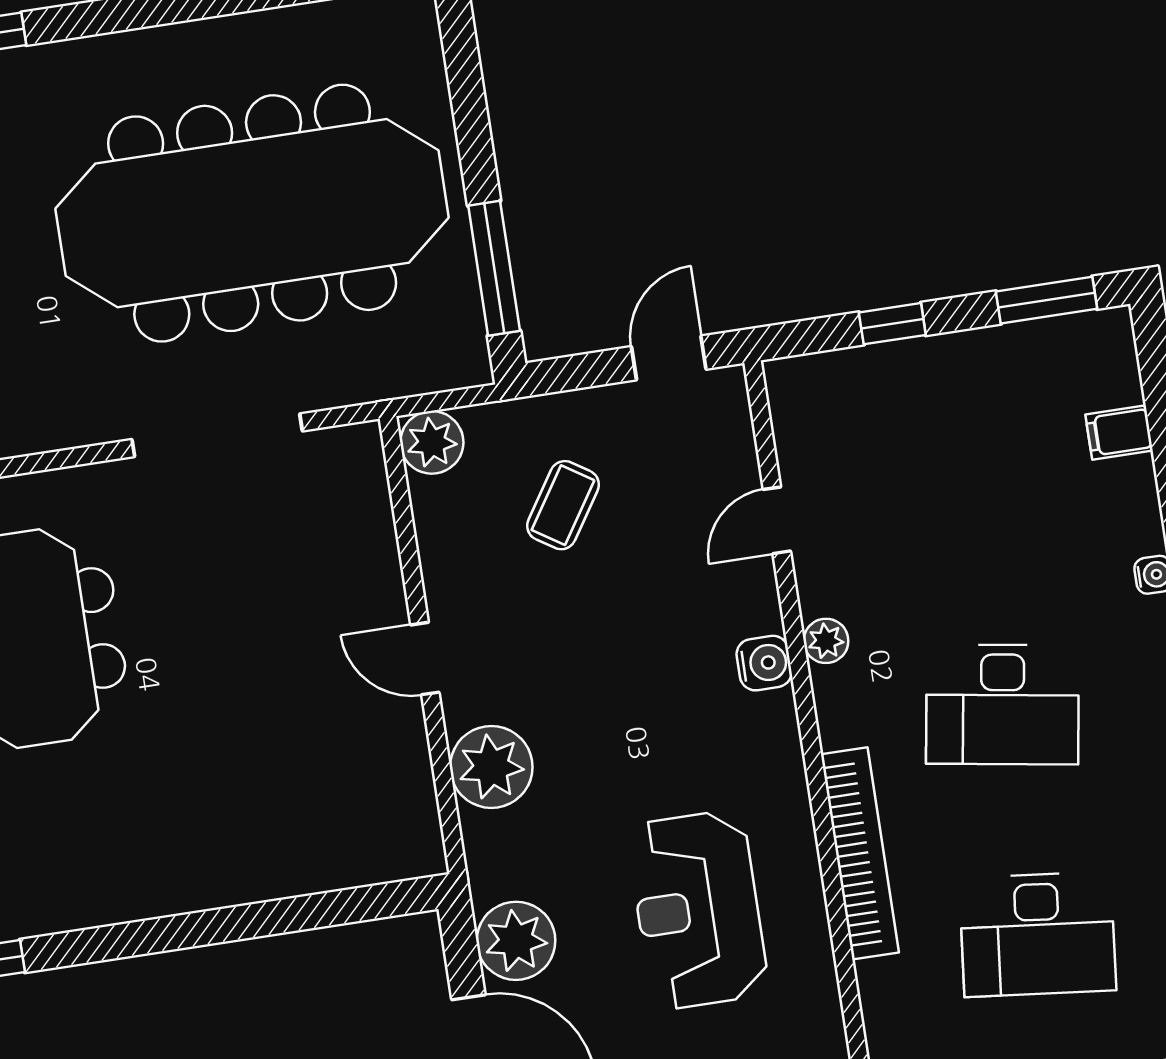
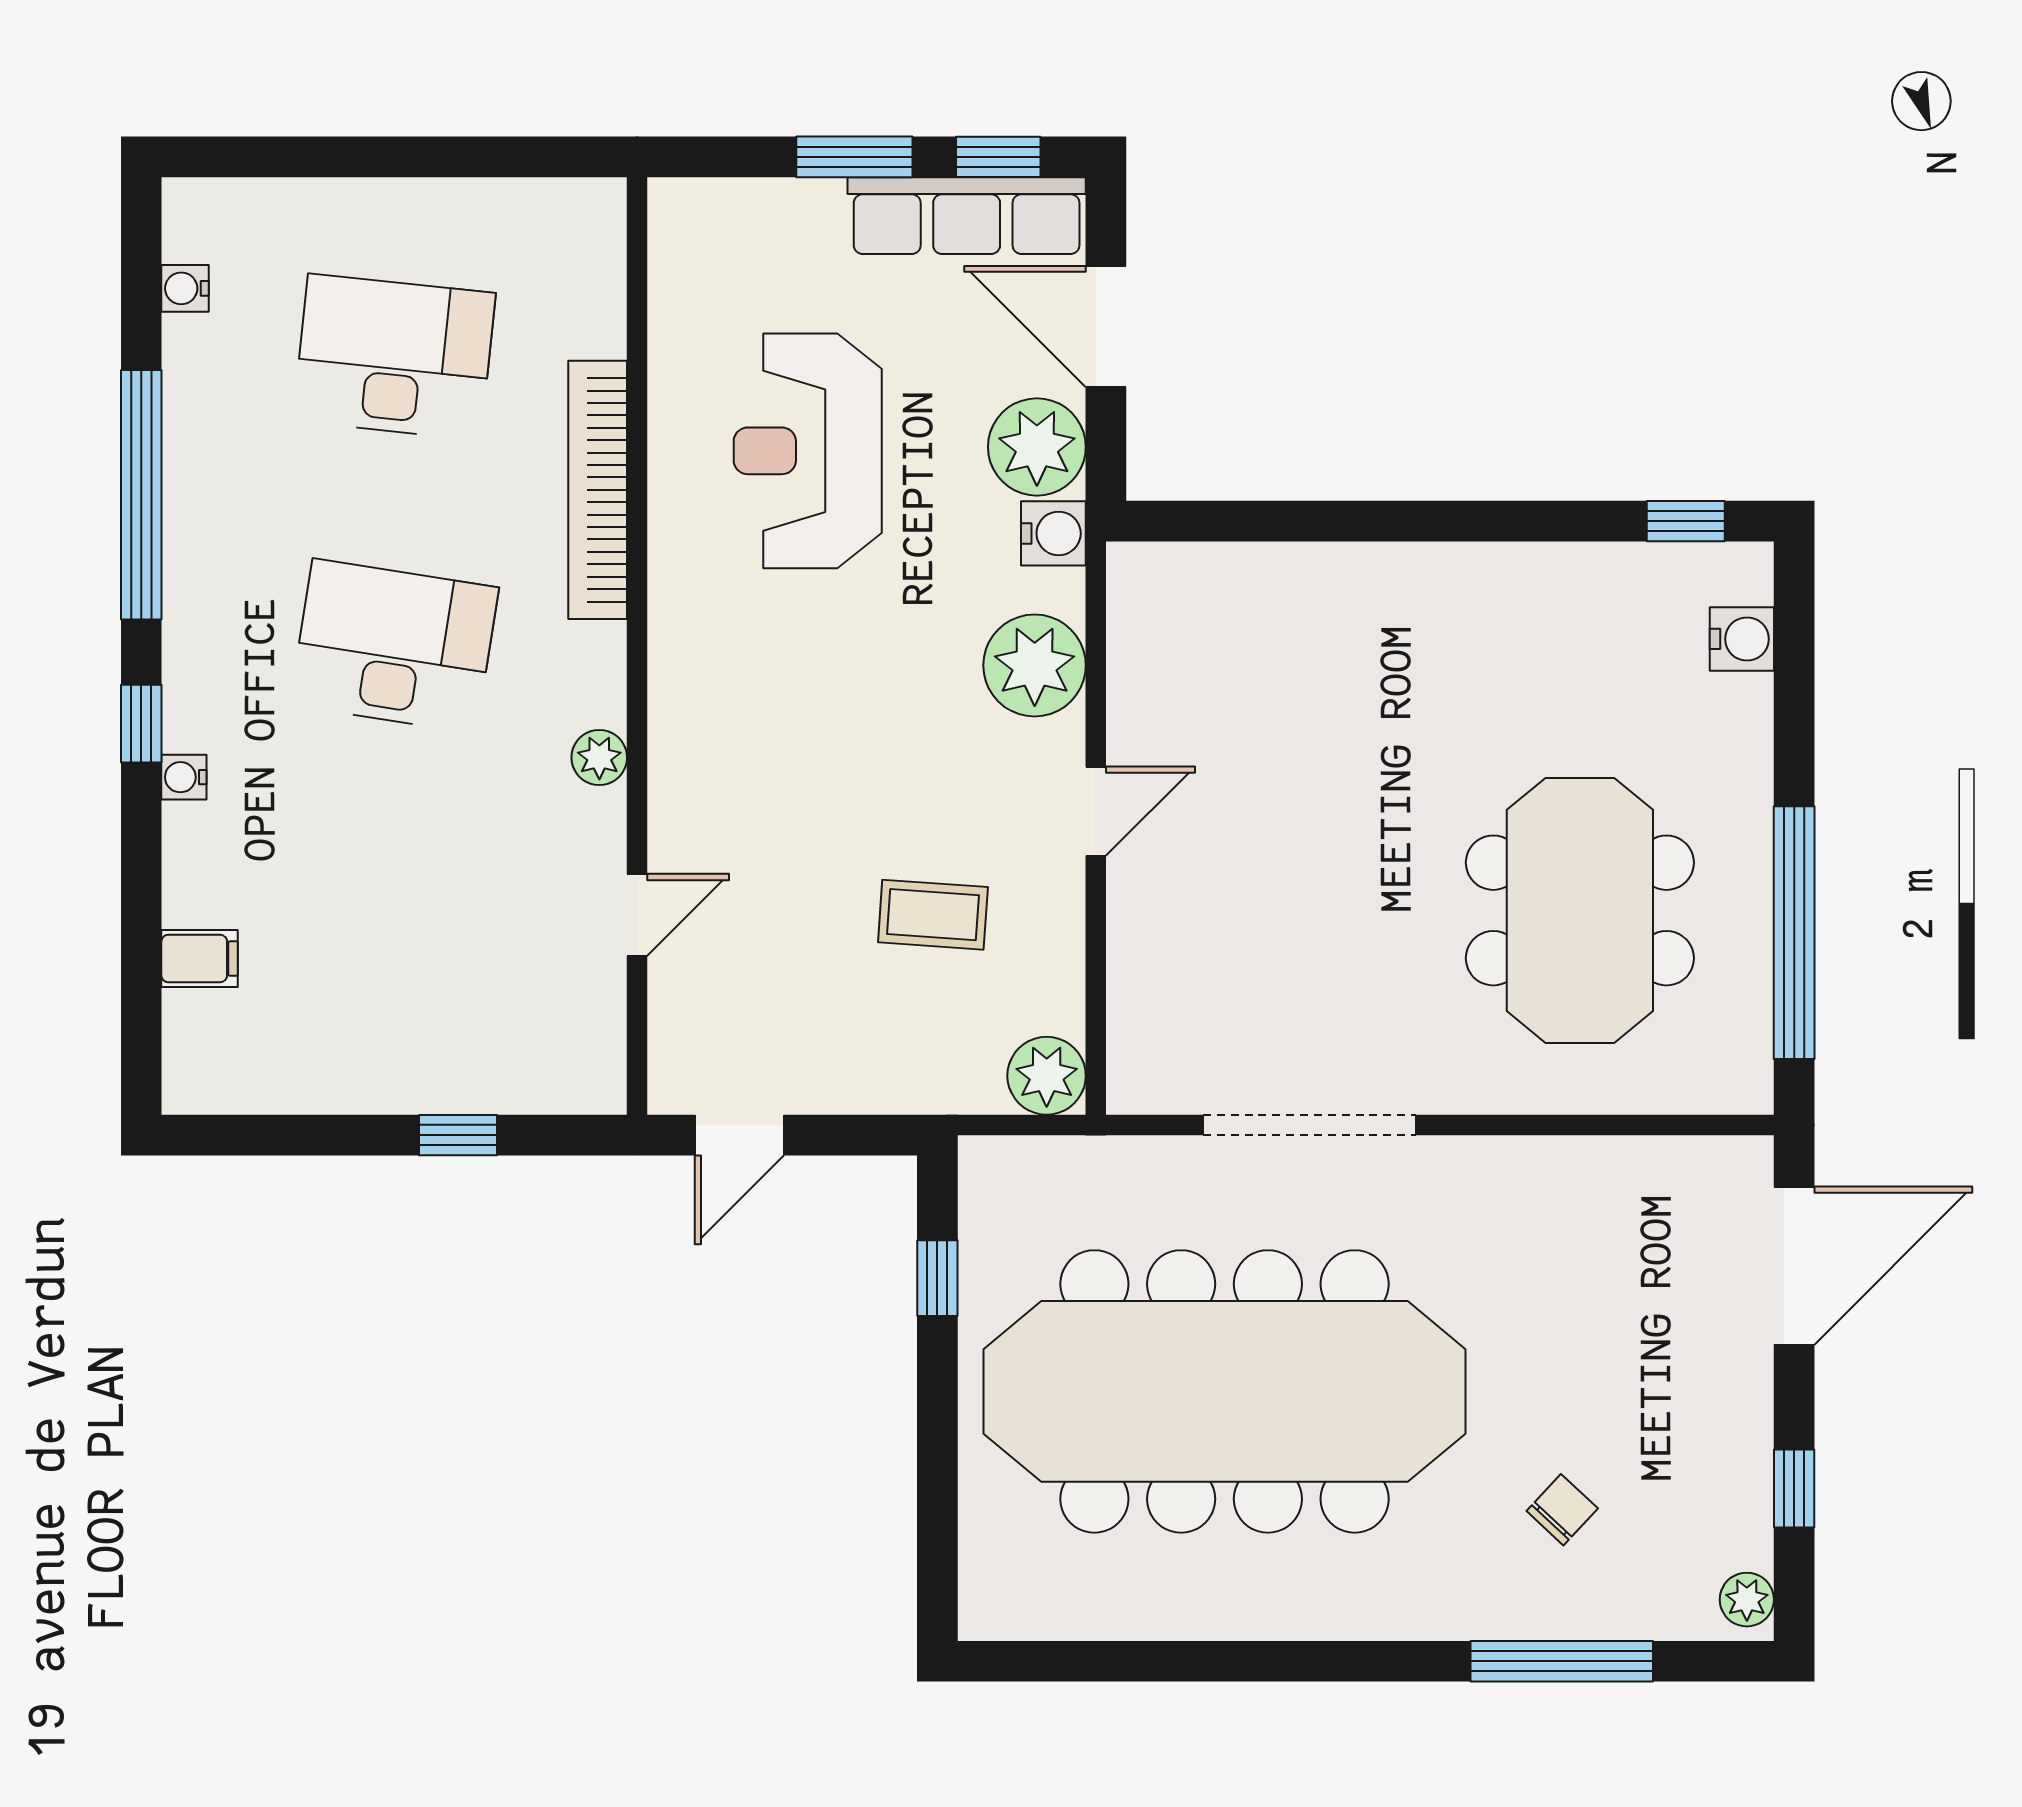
window: (494, 268) -> (937, 1278), width x0.46
window: (1047, 300) -> (264, 1135), removed
coffee table: (563, 505) -> (933, 915), moved, turned 61
door: (425, 659) -> (1096, 811), hinge flipped
water cooler: (764, 663) -> (1053, 533), moved, turned 180
reception desk: (698, 910) -> (808, 451), turned 180

